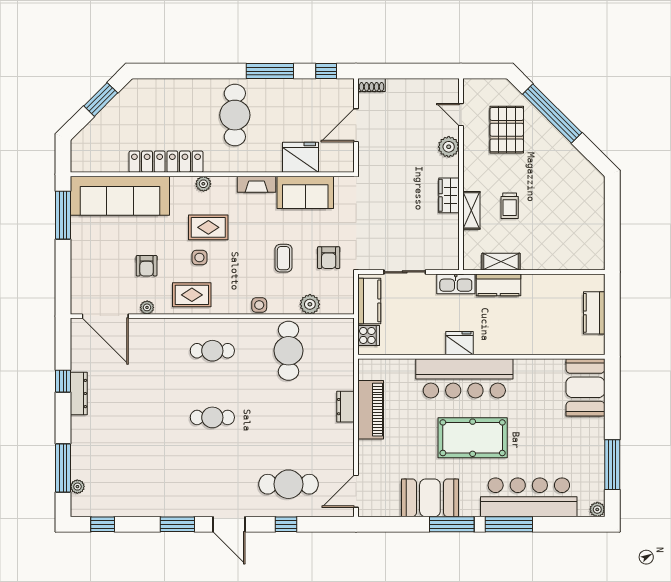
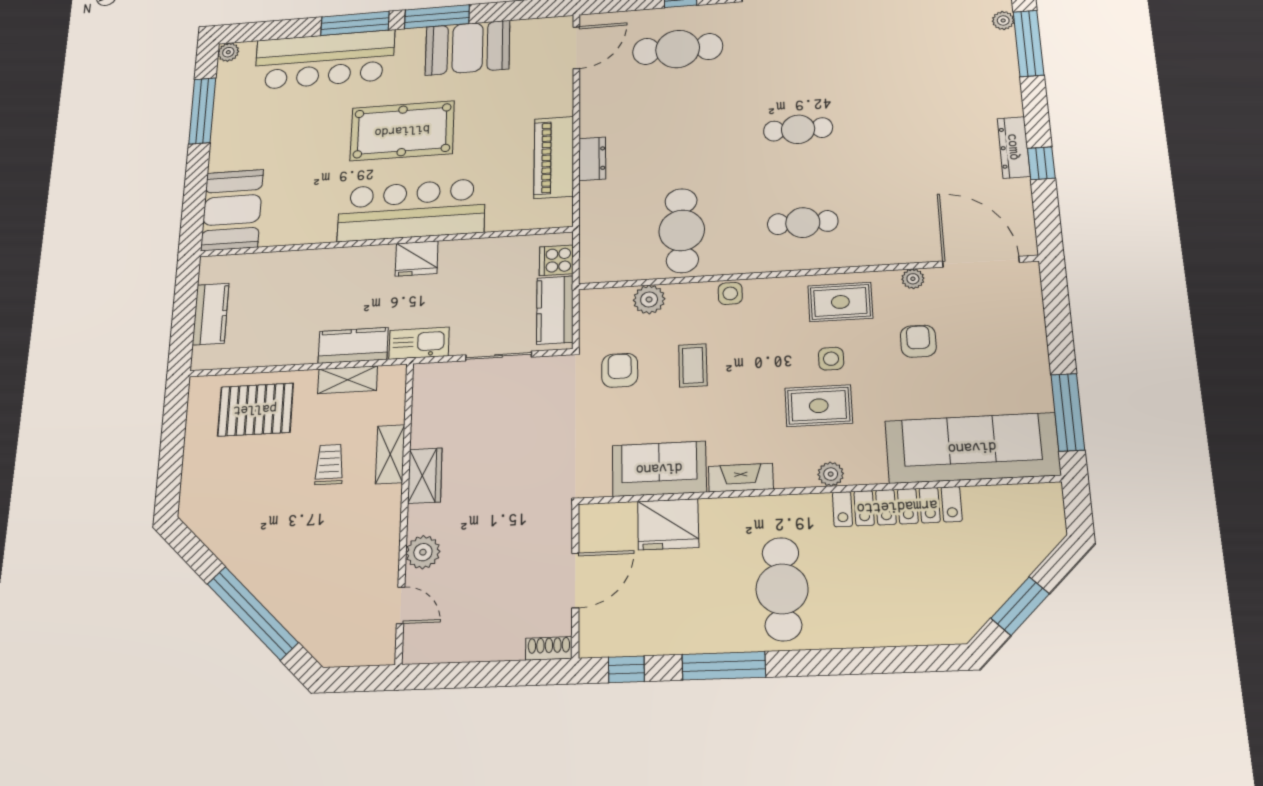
pallet: (507, 130) -> (255, 410), moved, turned 90

